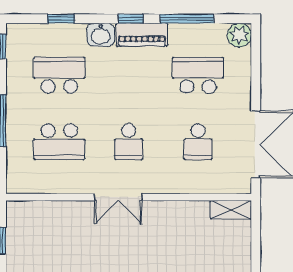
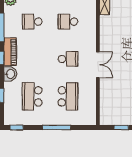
school desk: (198, 75) -> (32, 22), width x0.54
school desk: (198, 142) -> (68, 22), turned 180

